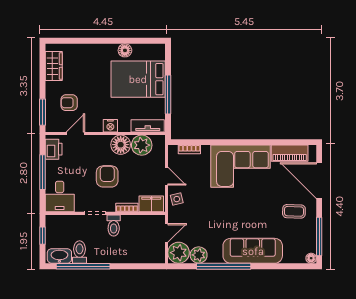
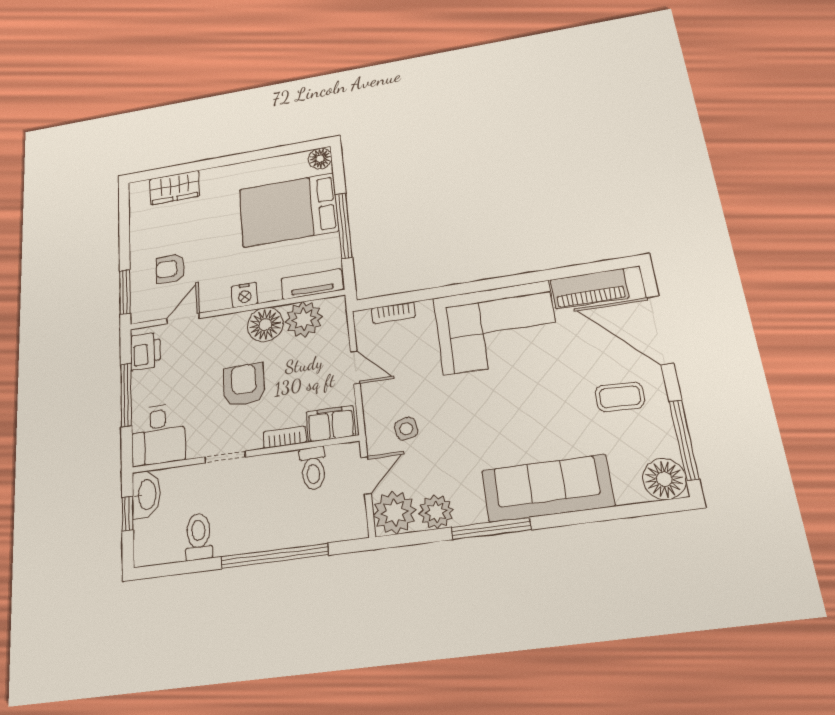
floor lamp: (125, 50) -> (320, 159), moved
wardrobe: (54, 66) -> (175, 187), moved, turned 90
side table: (177, 199) -> (406, 429), moved
toilet: (114, 226) -> (313, 468), moved
washbasin: (59, 256) -> (146, 495), moved, turned 90
floor lamp: (311, 258) -> (664, 479), width x1.89, depth x1.89
window: (83, 266) -> (275, 556), moved
window: (224, 266) -> (491, 528), width x0.68

